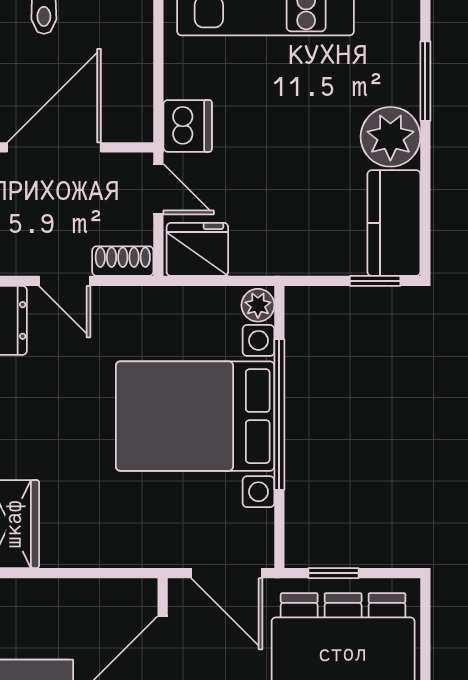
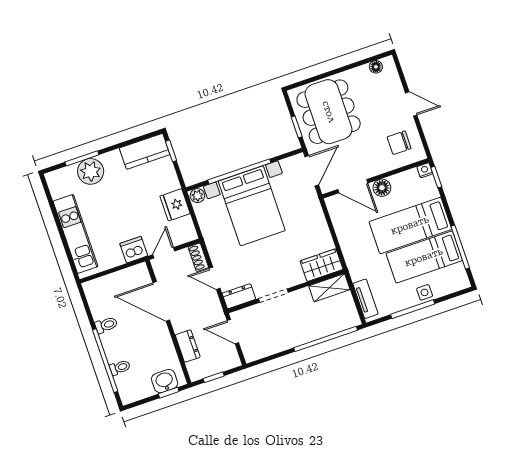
plant: (390, 137) -> (91, 171), moved
fridge: (197, 249) -> (175, 205), moved
door: (65, 281) -> (215, 278), swing flipped

